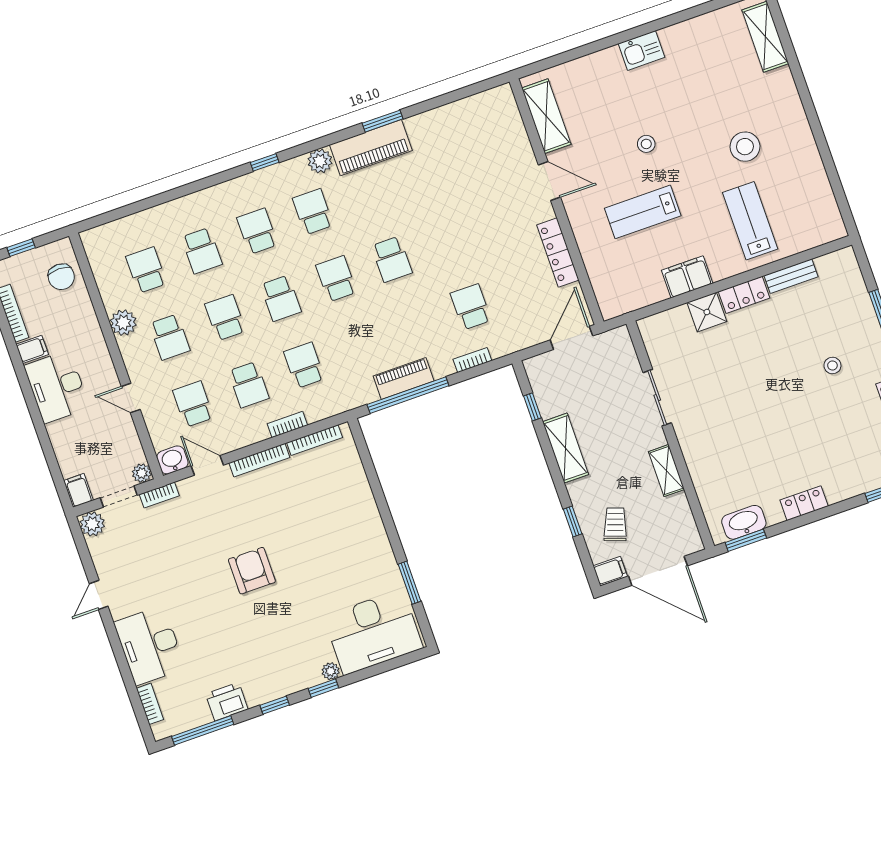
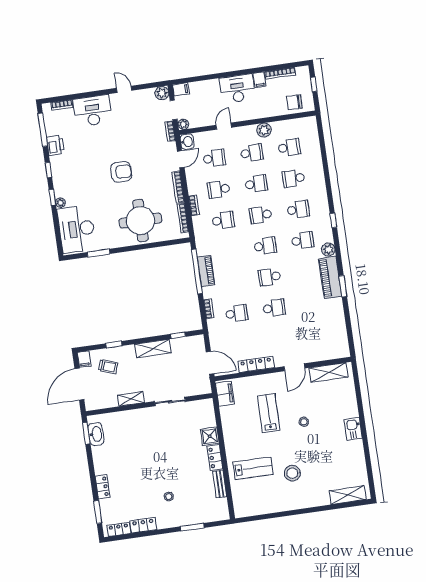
school desk: (447, 240) -> (274, 308), added
filing cabinet: (687, 277) -> (225, 394), moved
school desk: (170, 337) -> (252, 153), turned 180
locker: (804, 503) -> (103, 487), moved
round table: (335, 517) -> (140, 221), added

